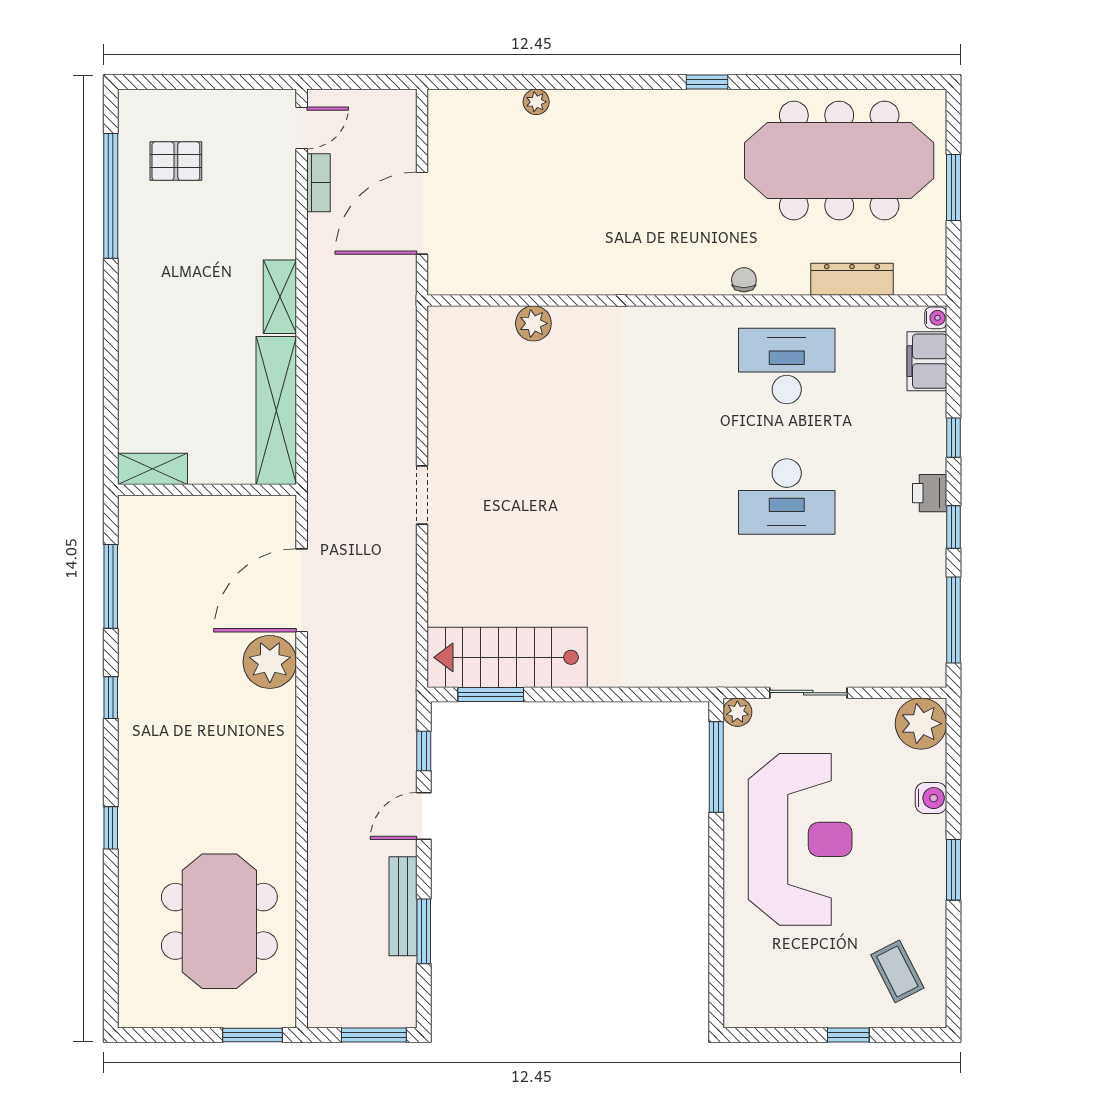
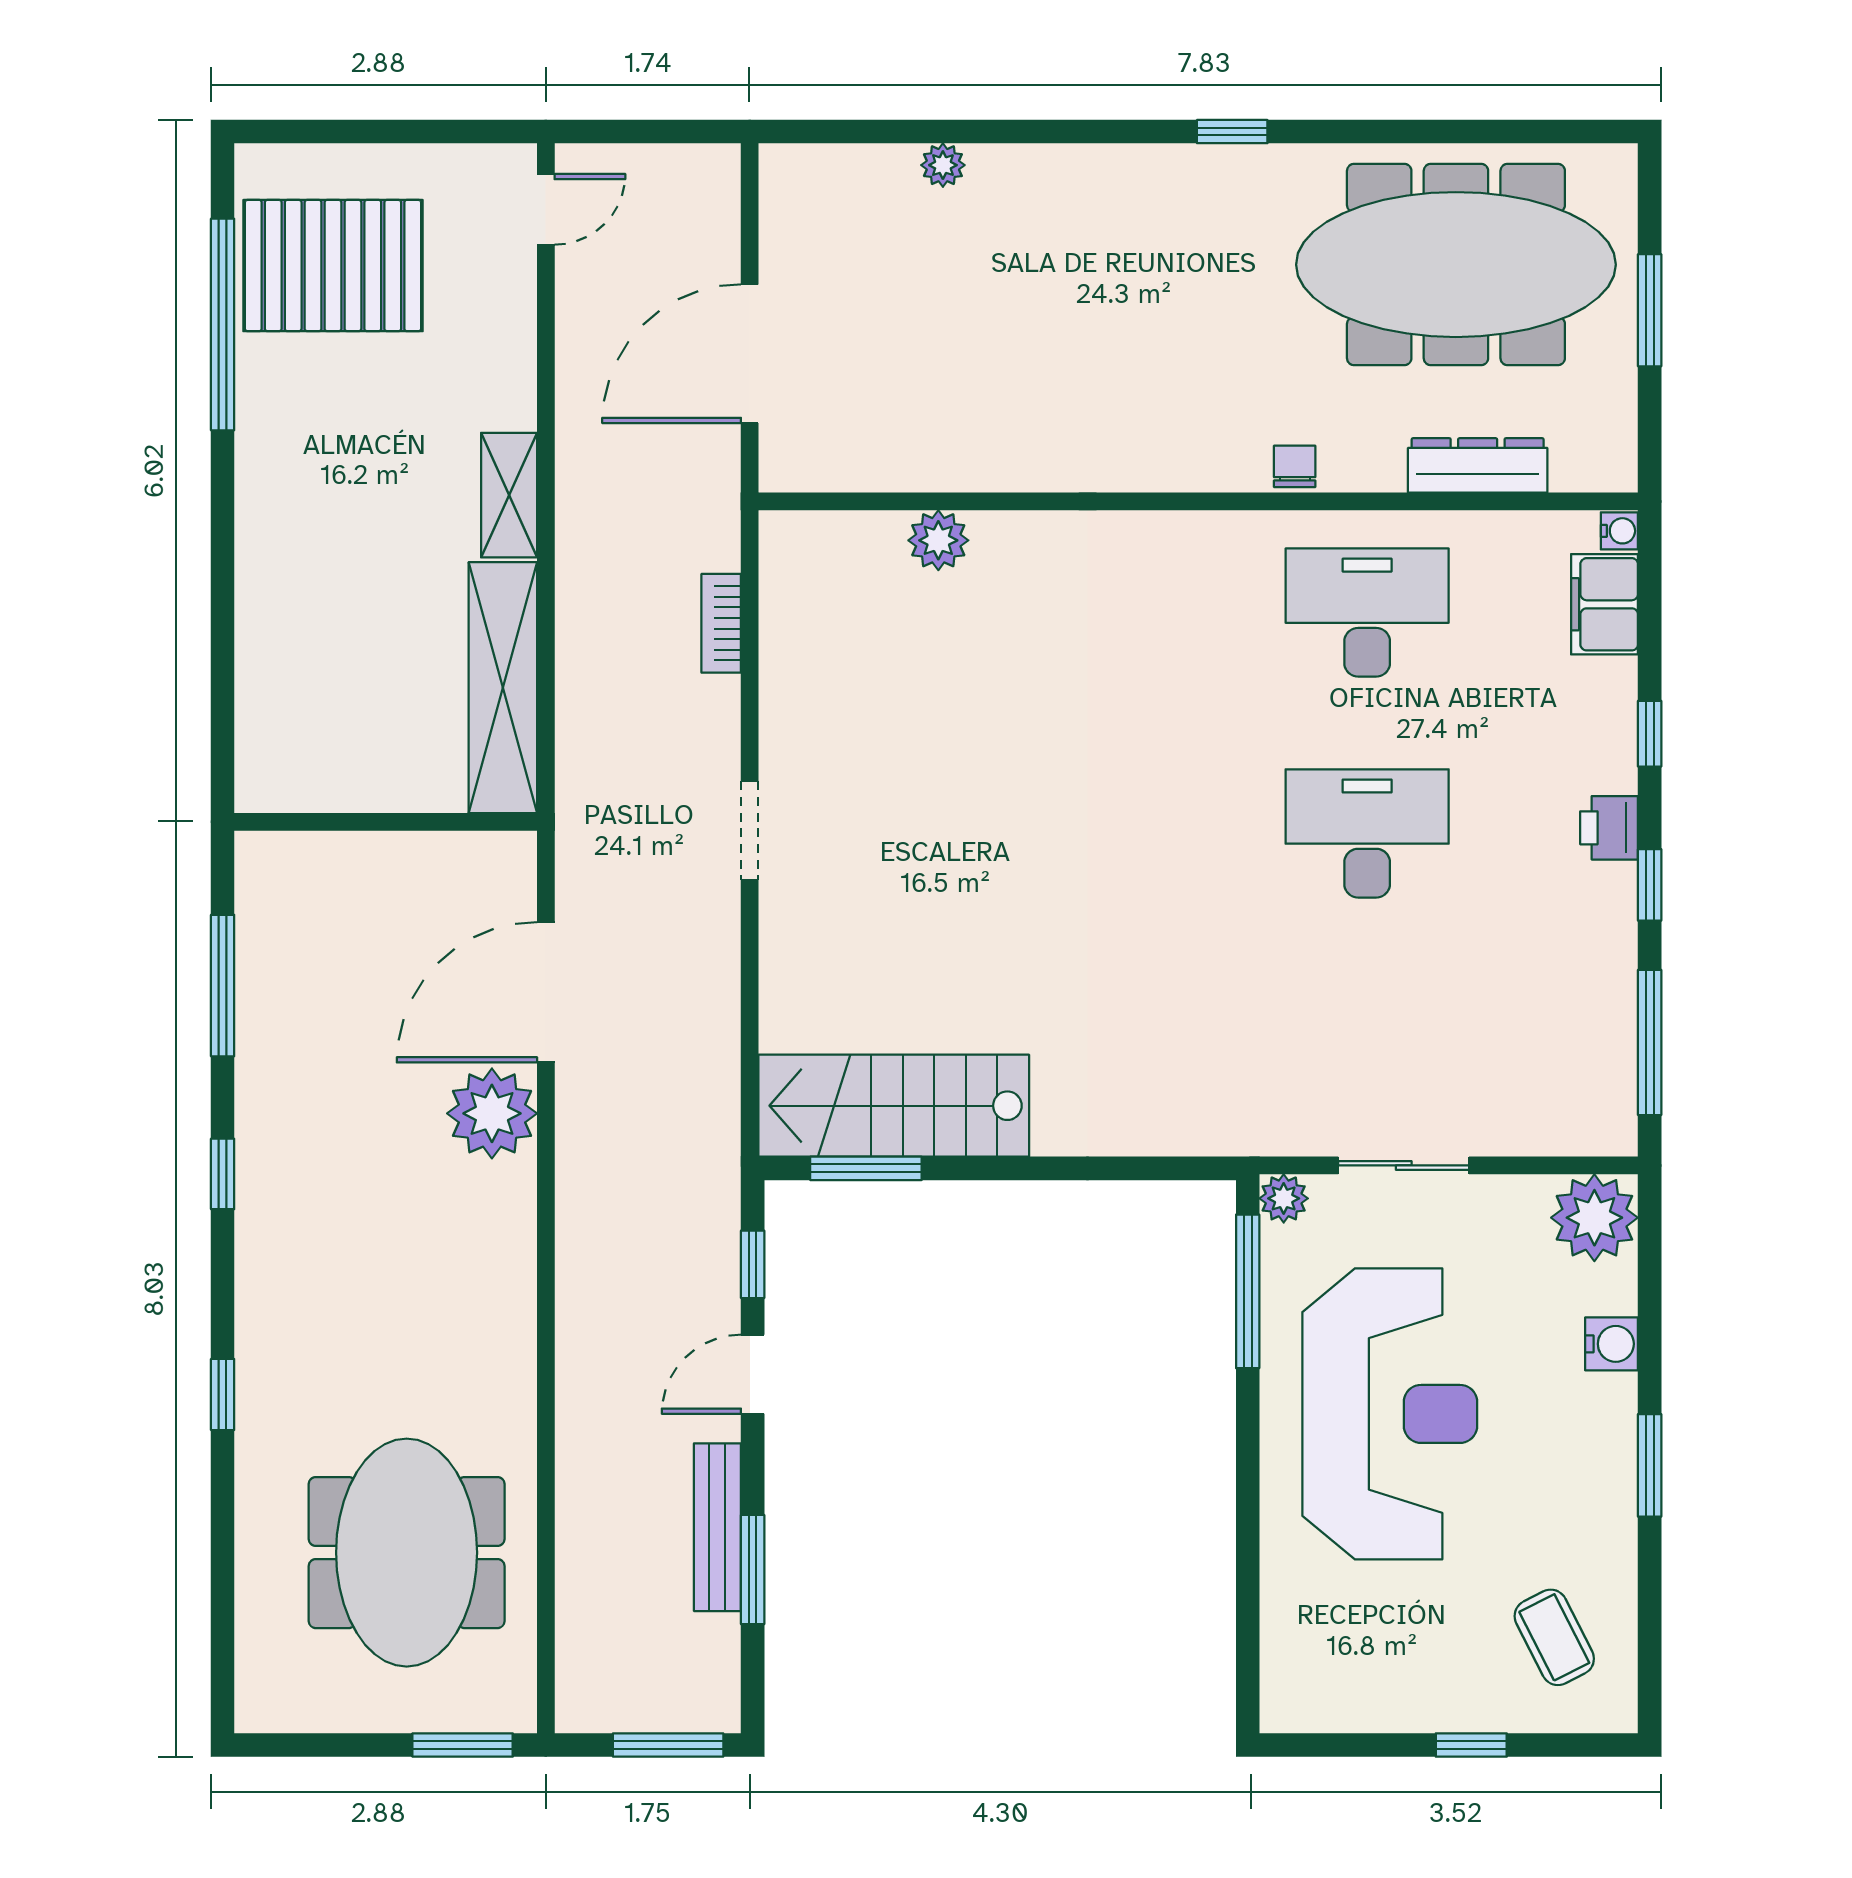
pallet: (176, 161) -> (333, 266), width x2.05, depth x2.00
bookcase: (318, 183) -> (721, 623), moved, turned 180
shelving: (153, 469) -> (293, 786), removed
desk: (787, 497) -> (1367, 833), turned 180

